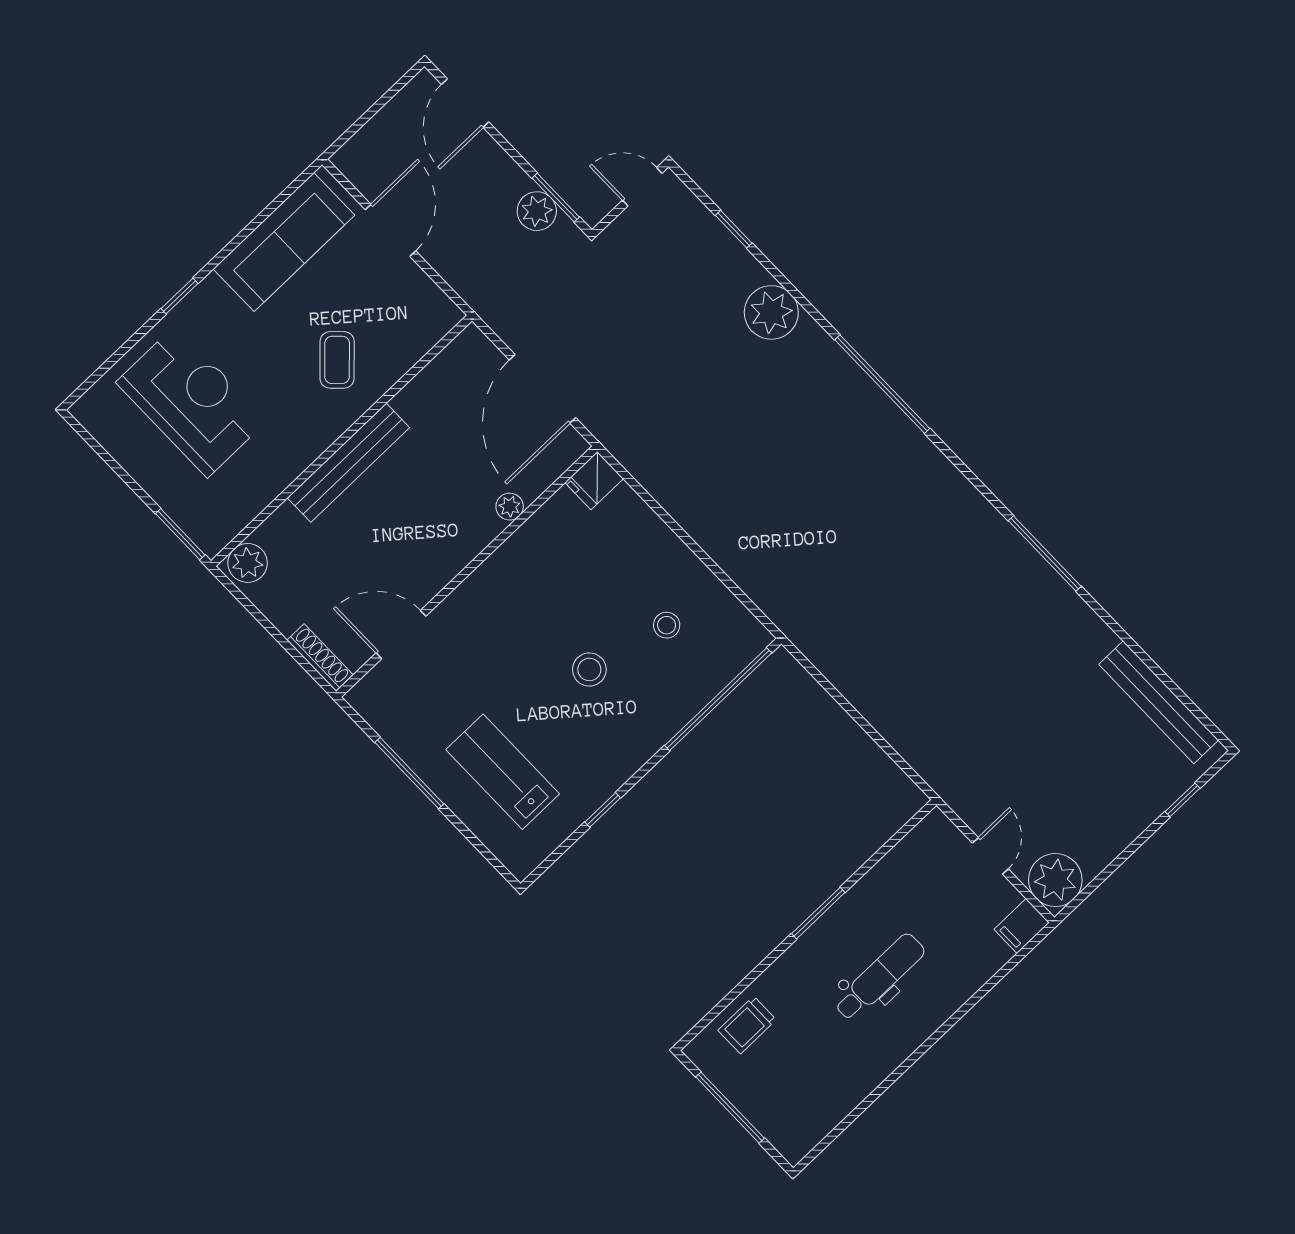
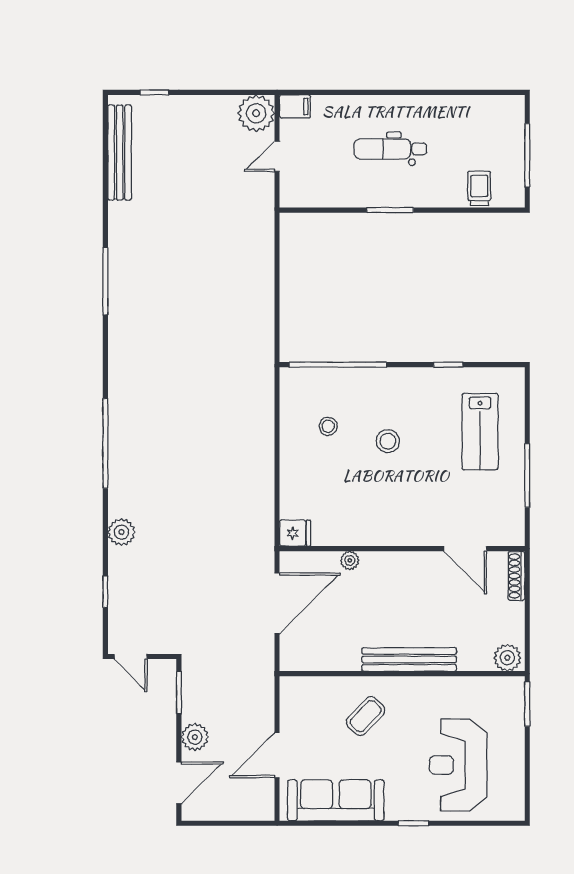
plant: (537, 211) -> (195, 737), moved
plant: (771, 312) -> (121, 532), width x0.73, depth x0.73
trolley: (747, 1025) -> (479, 188), turned -90

